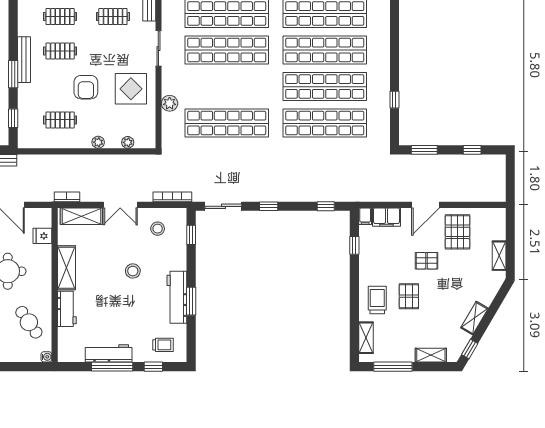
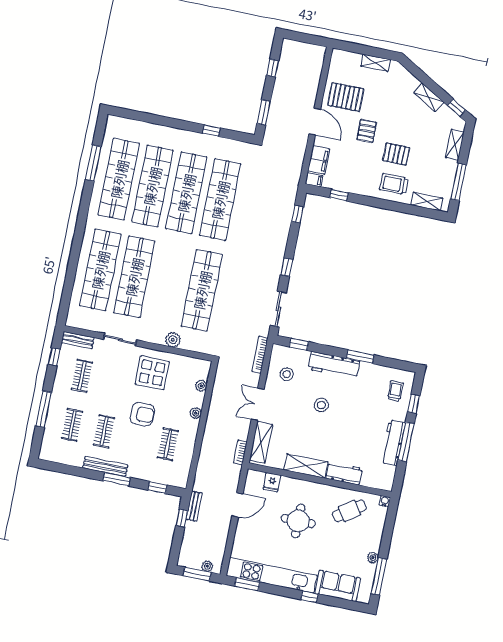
double door: (120, 205) -> (258, 404), swing flipped
workbench: (177, 297) -> (334, 365), moved

